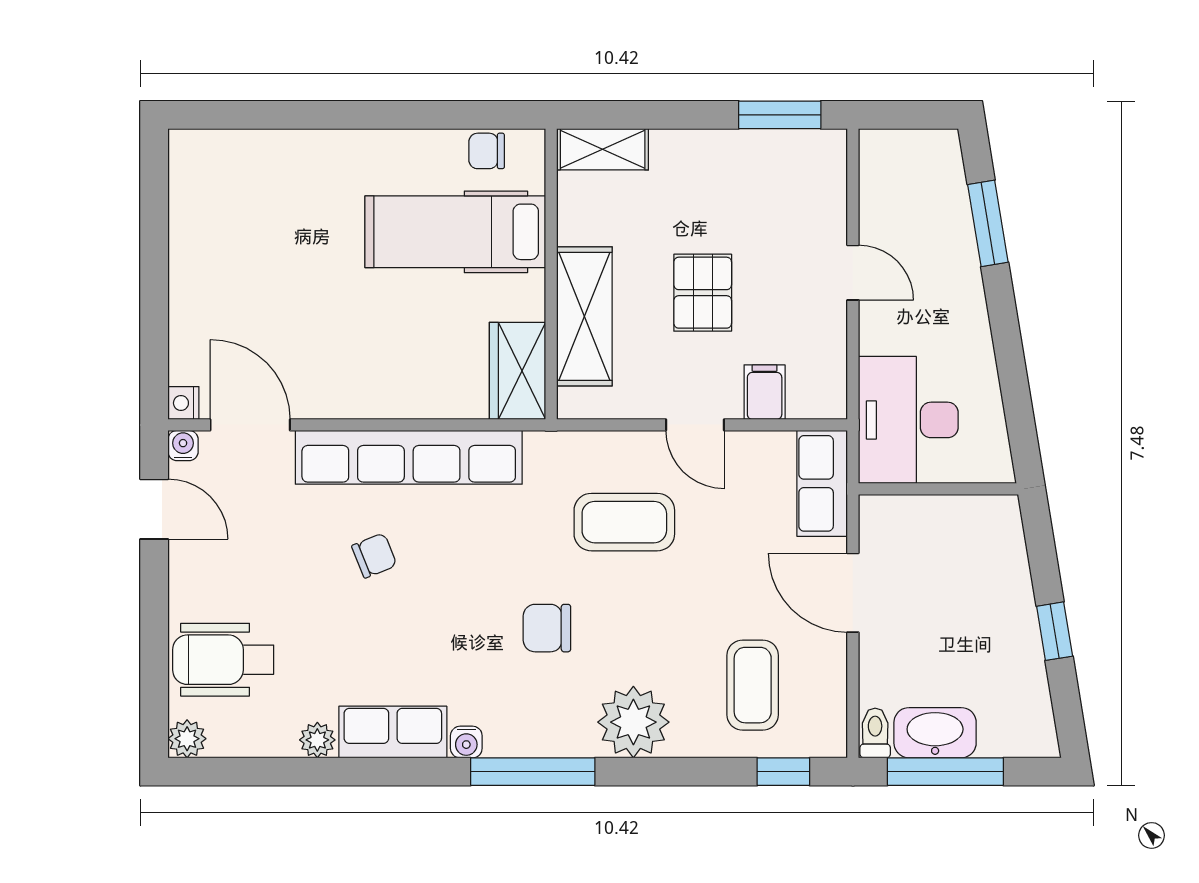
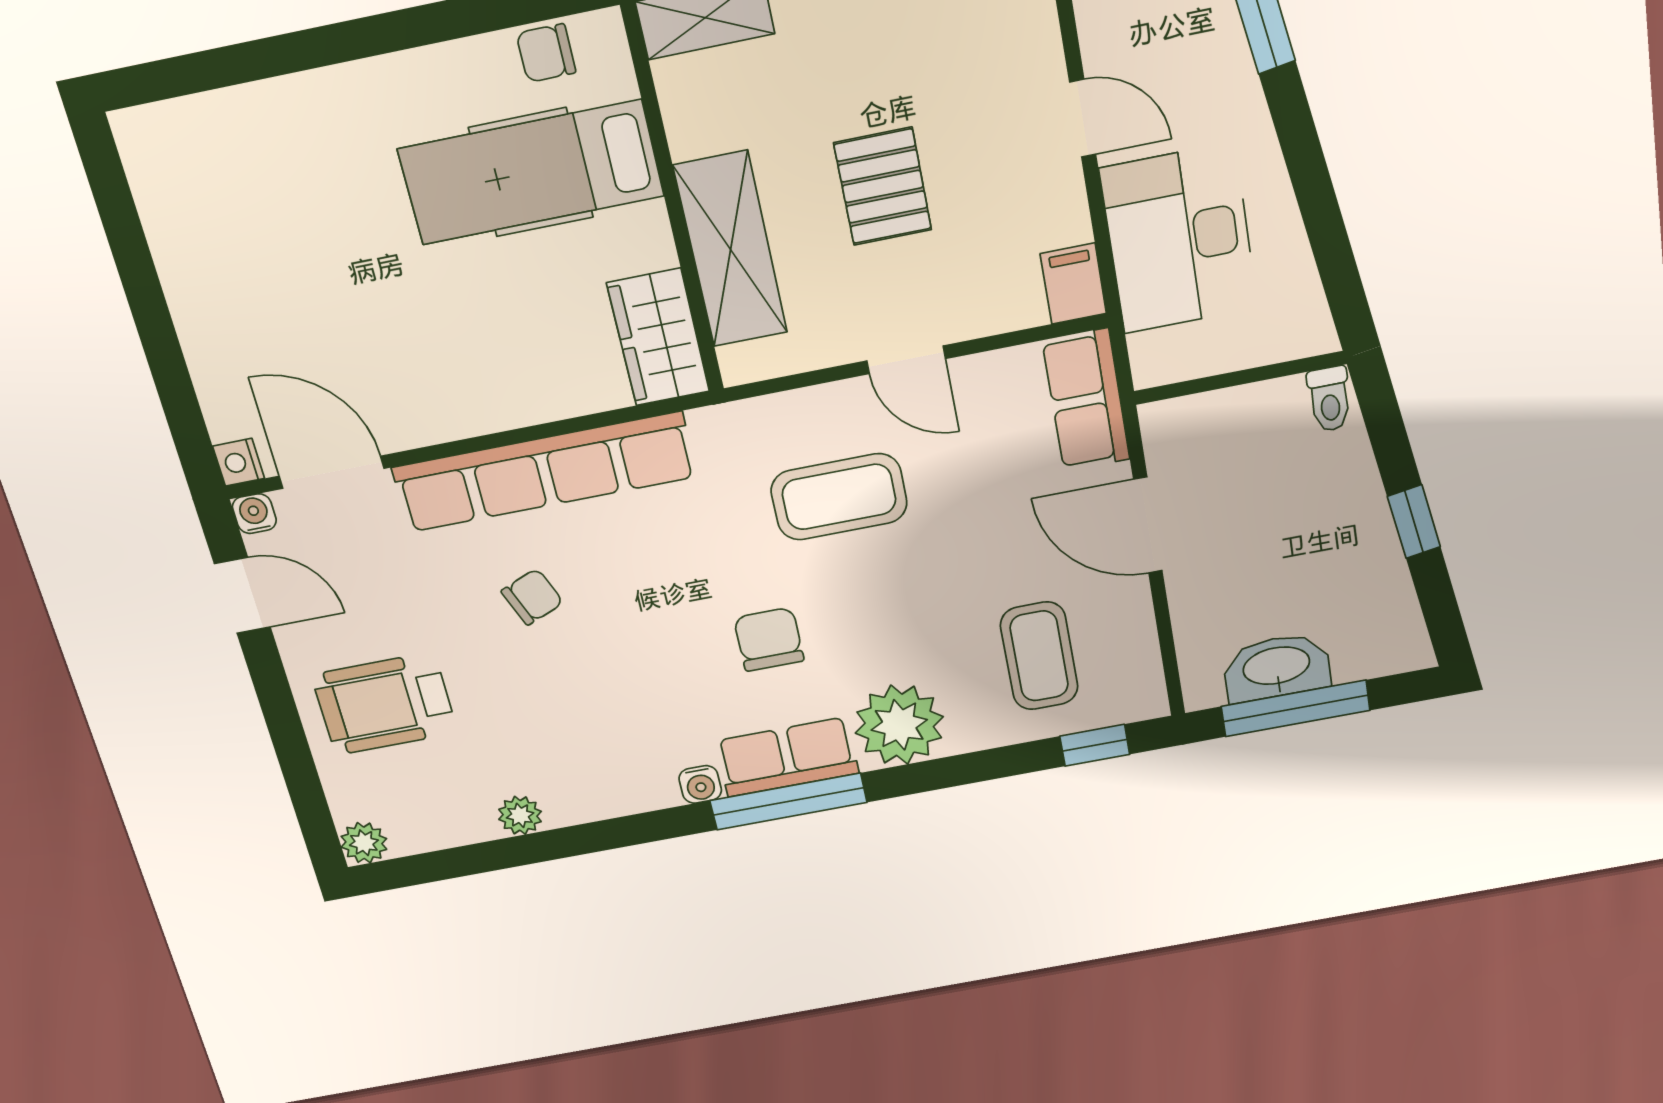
filing cabinet: (765, 392) -> (1073, 284), moved
desk: (908, 420) -> (1179, 239), moved
chair: (547, 628) -> (769, 639), turned 90
wheelchair: (223, 660) -> (385, 704), moved
row of seats: (393, 732) -> (787, 757), moved
toilet: (875, 733) -> (1329, 399), moved, turned 180

